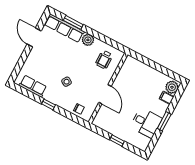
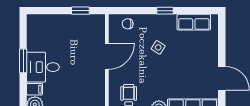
door: (105, 94) -> (107, 56), swing flipped
desk: (146, 123) -> (43, 67), moved
window: (117, 141) -> (80, 11), moved

